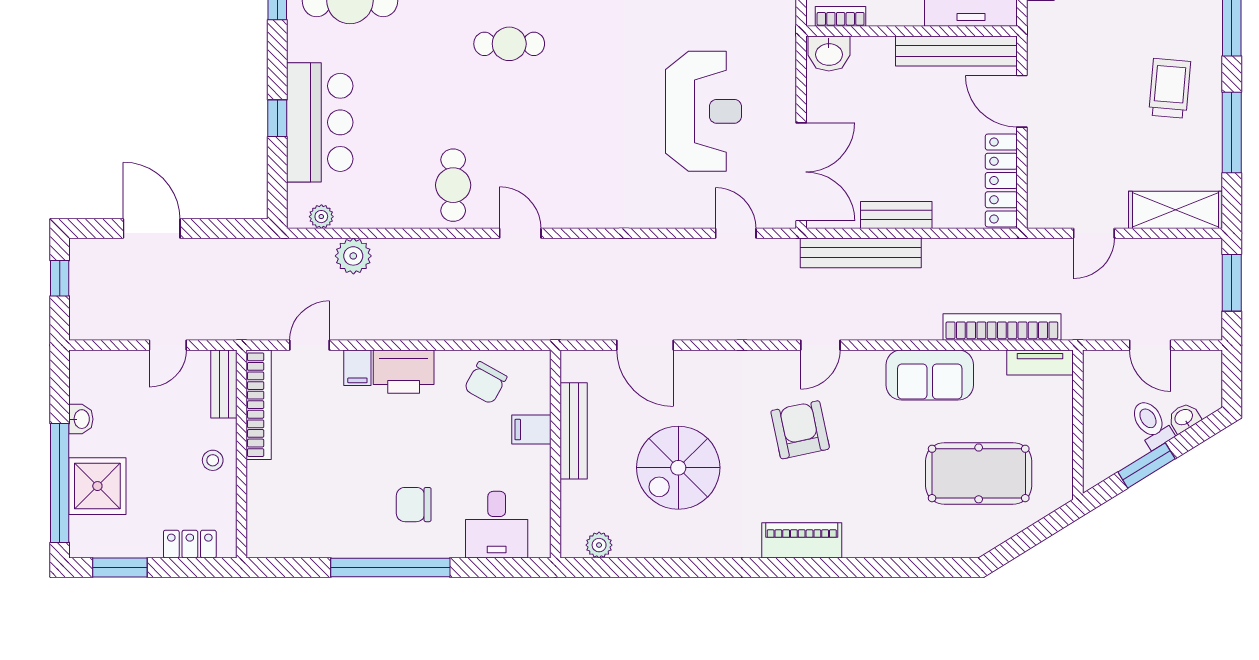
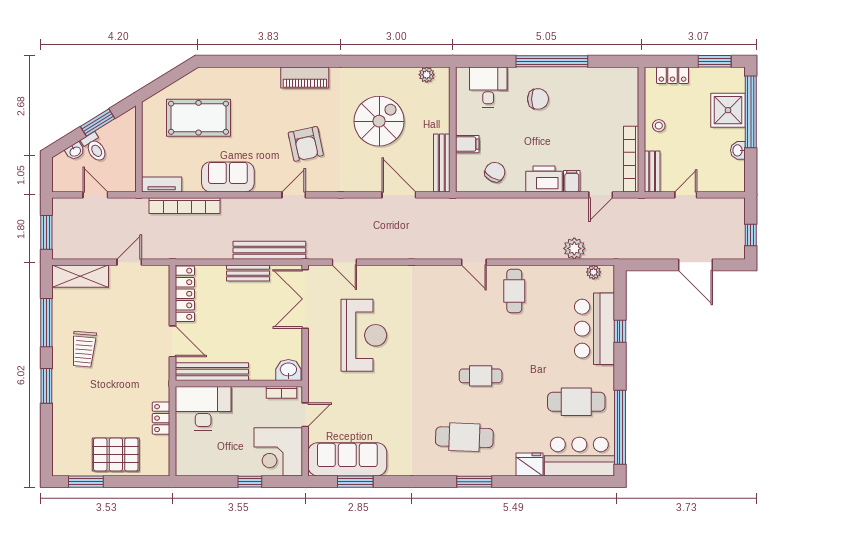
reception desk: (704, 111) -> (364, 335), turned 180
bench: (574, 431) -> (442, 163), moved

